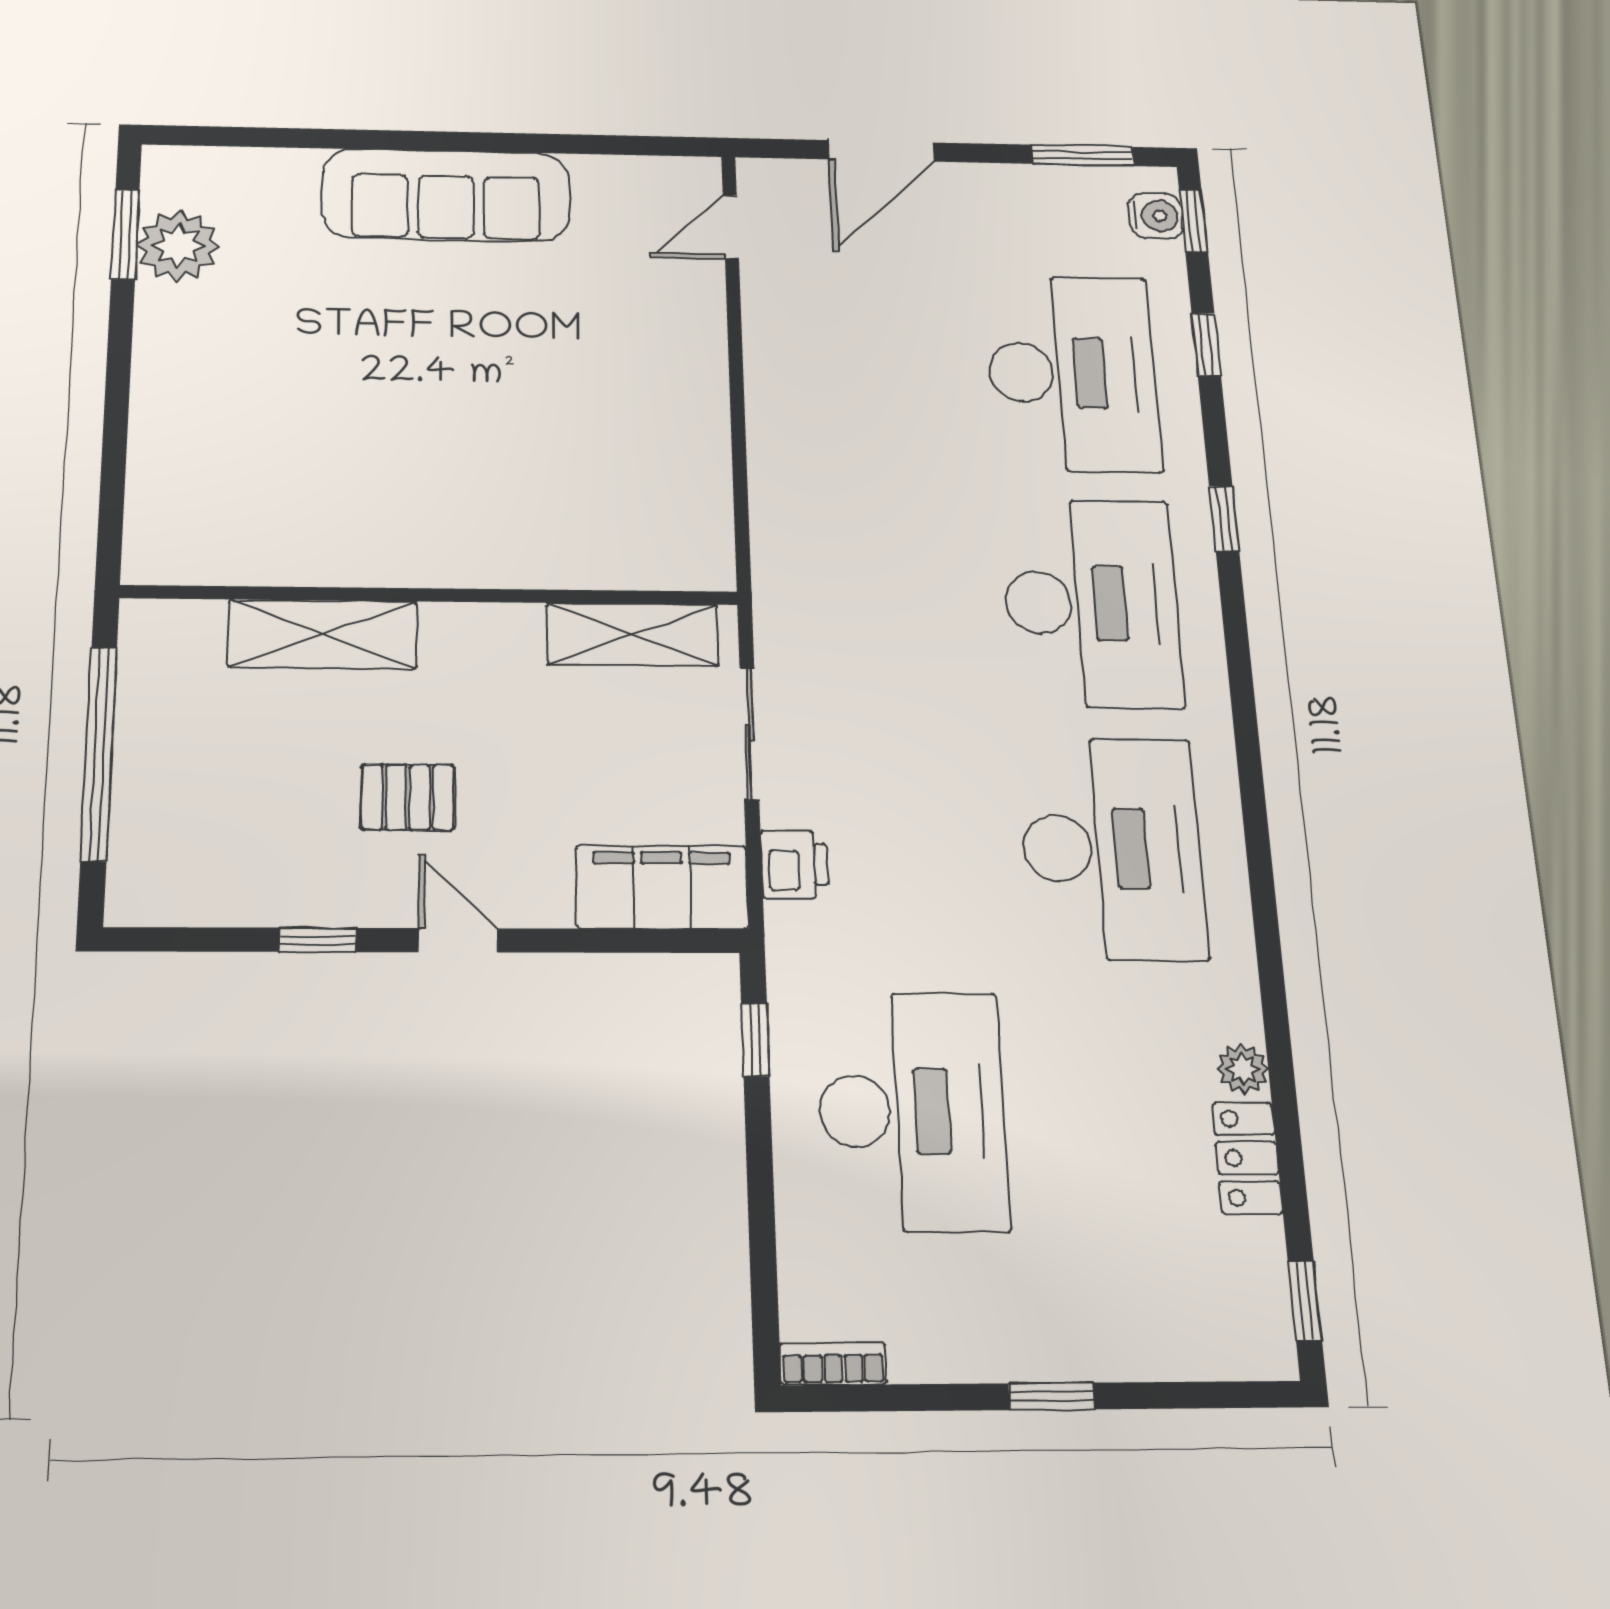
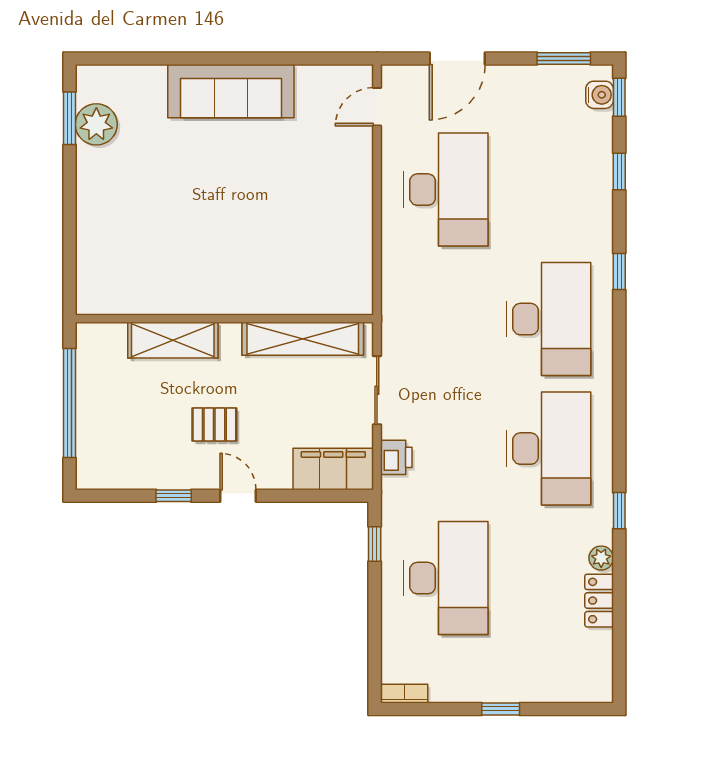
desk: (1072, 373) -> (445, 190), moved
shelving: (633, 635) -> (303, 339), width x1.47
window: (1305, 1301) -> (619, 511), moved

